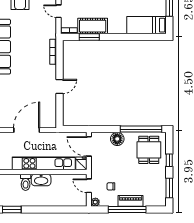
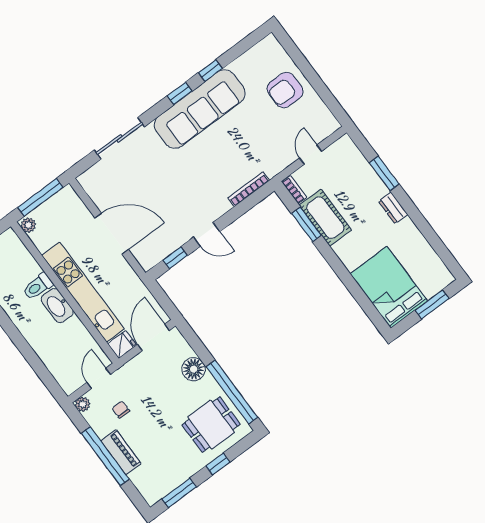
bed: (147, 25) -> (389, 287), width x1.50
window: (60, 109) -> (175, 258), added

